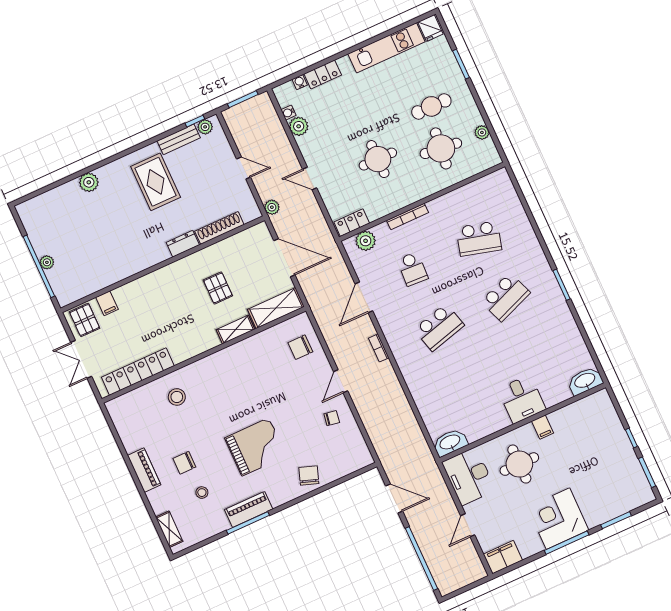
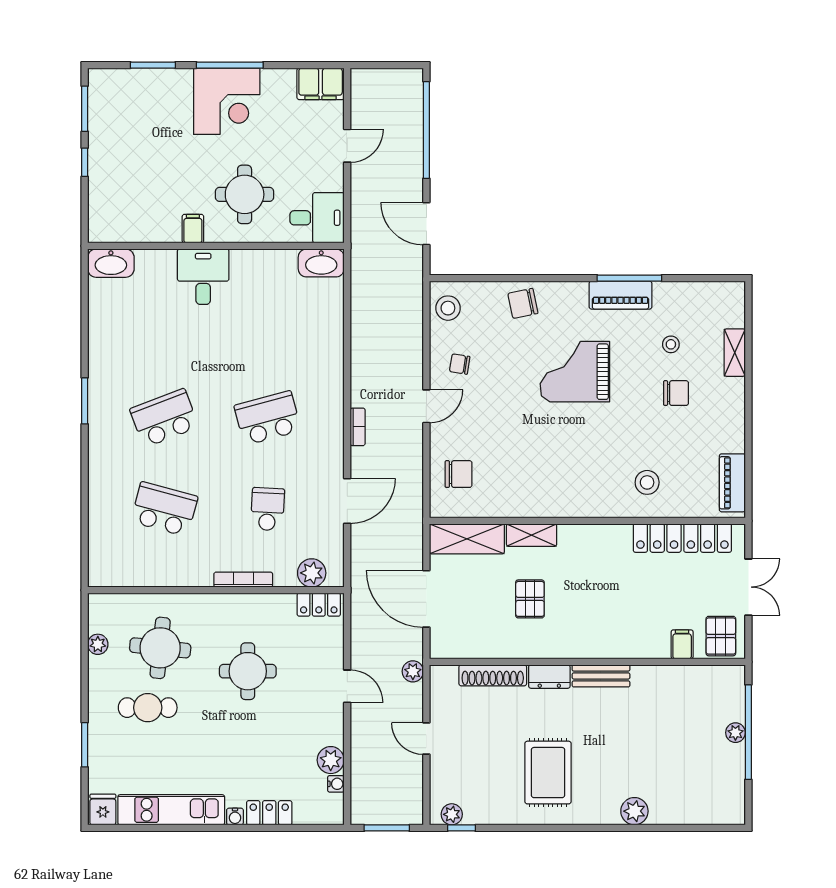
water cooler: (300, 82) -> (235, 817), moved
bench: (179, 139) -> (601, 676), moved
stool: (356, 451) -> (448, 308), added
piano: (144, 470) -> (732, 483), moved
chair: (309, 476) -> (523, 303), turned 59
desk: (469, 476) -> (317, 218), width x0.73
shelving: (169, 529) -> (735, 353), moved

